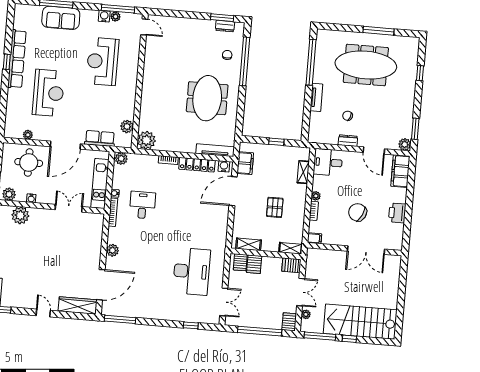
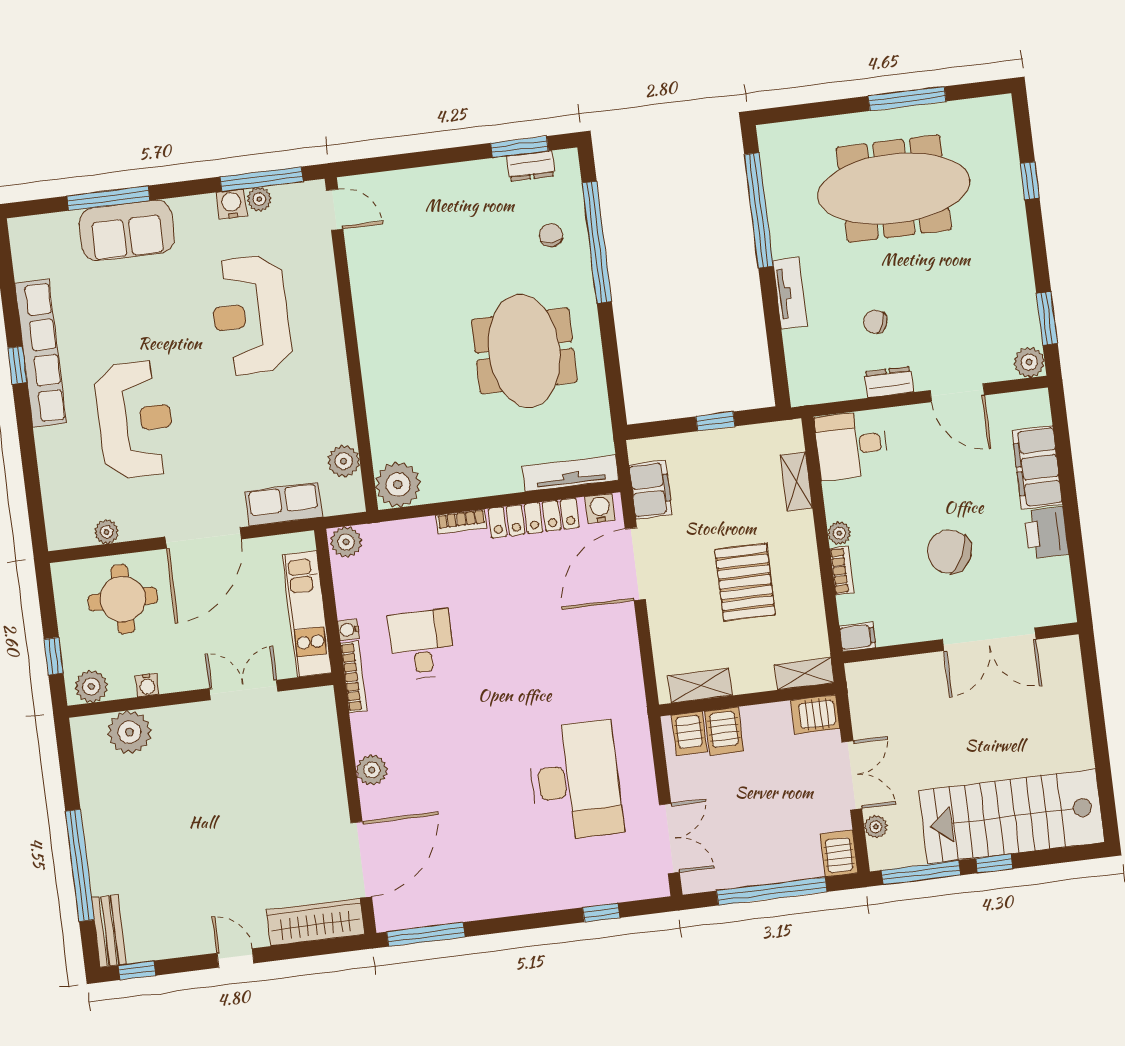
filing cabinet: (400, 171) -> (1037, 467), moved
pallet: (275, 207) -> (745, 582), width x1.50, depth x1.42

